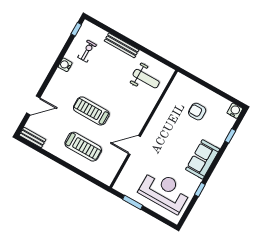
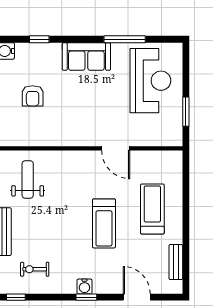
water cooler: (65, 65) -> (84, 286), moved
window: (51, 74) -> (86, 297), added
bench: (33, 137) -> (176, 262), moved
window: (200, 190) -> (125, 39), width x2.17
reception desk: (165, 191) -> (150, 81), turned 180

